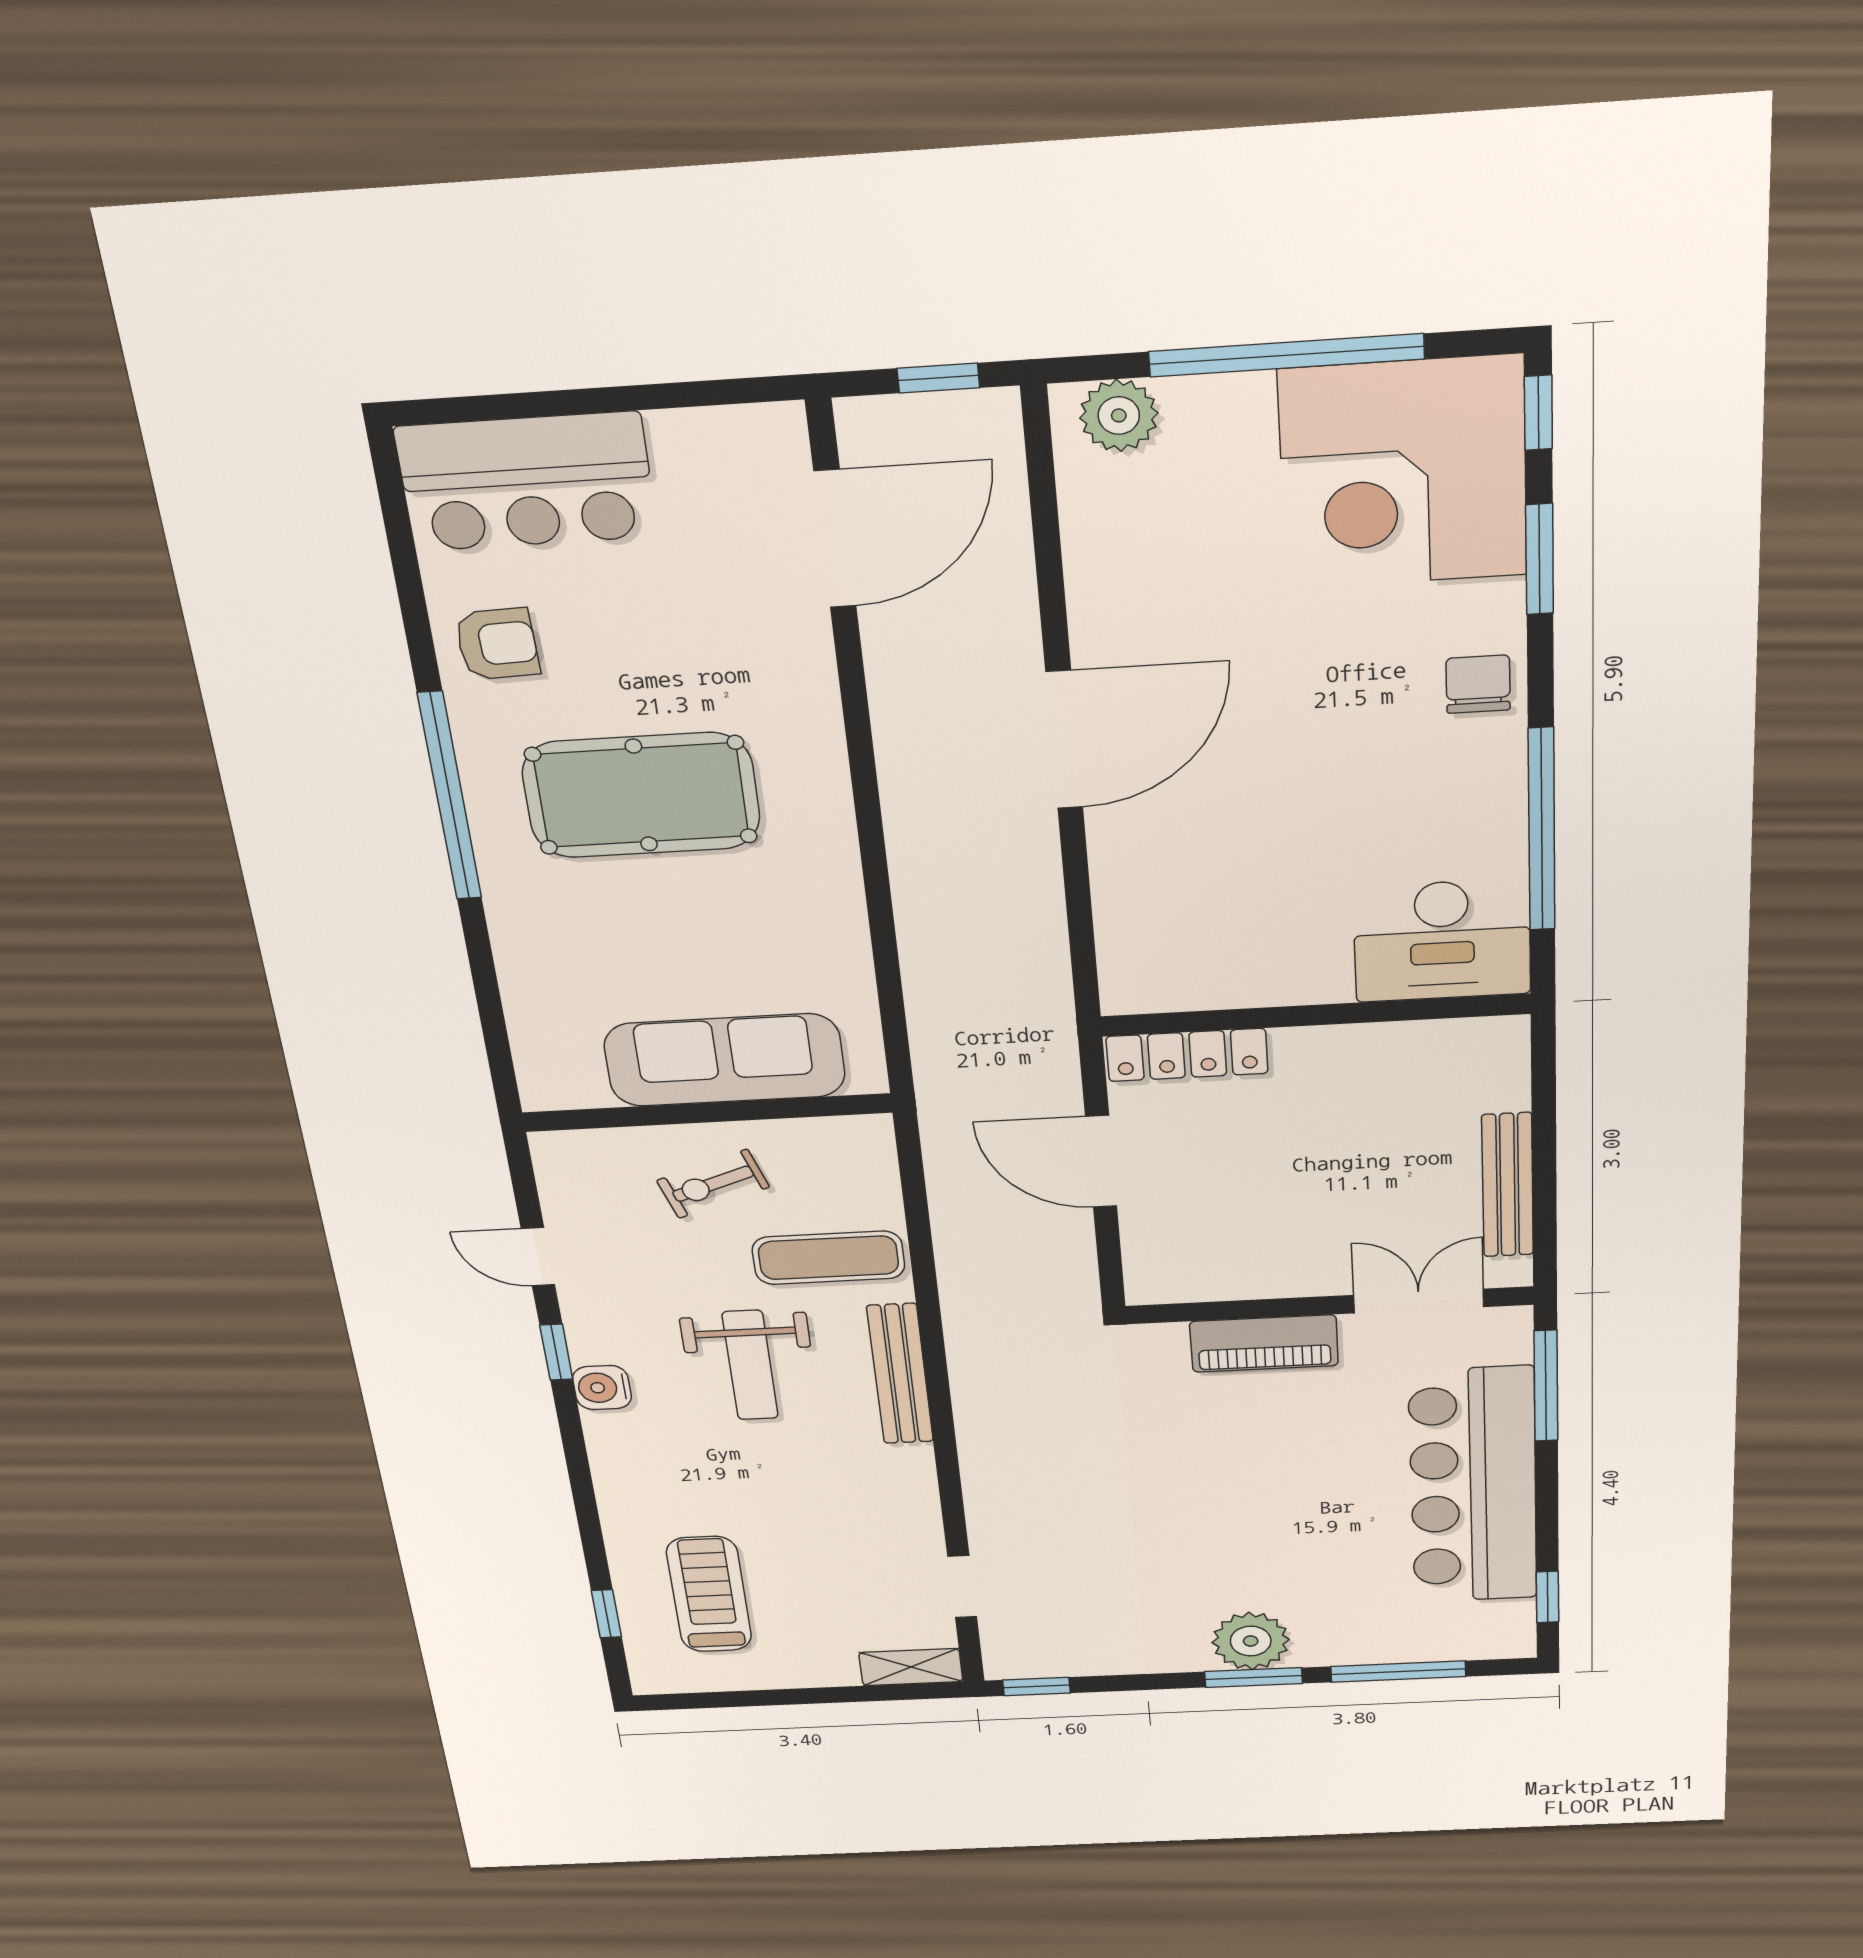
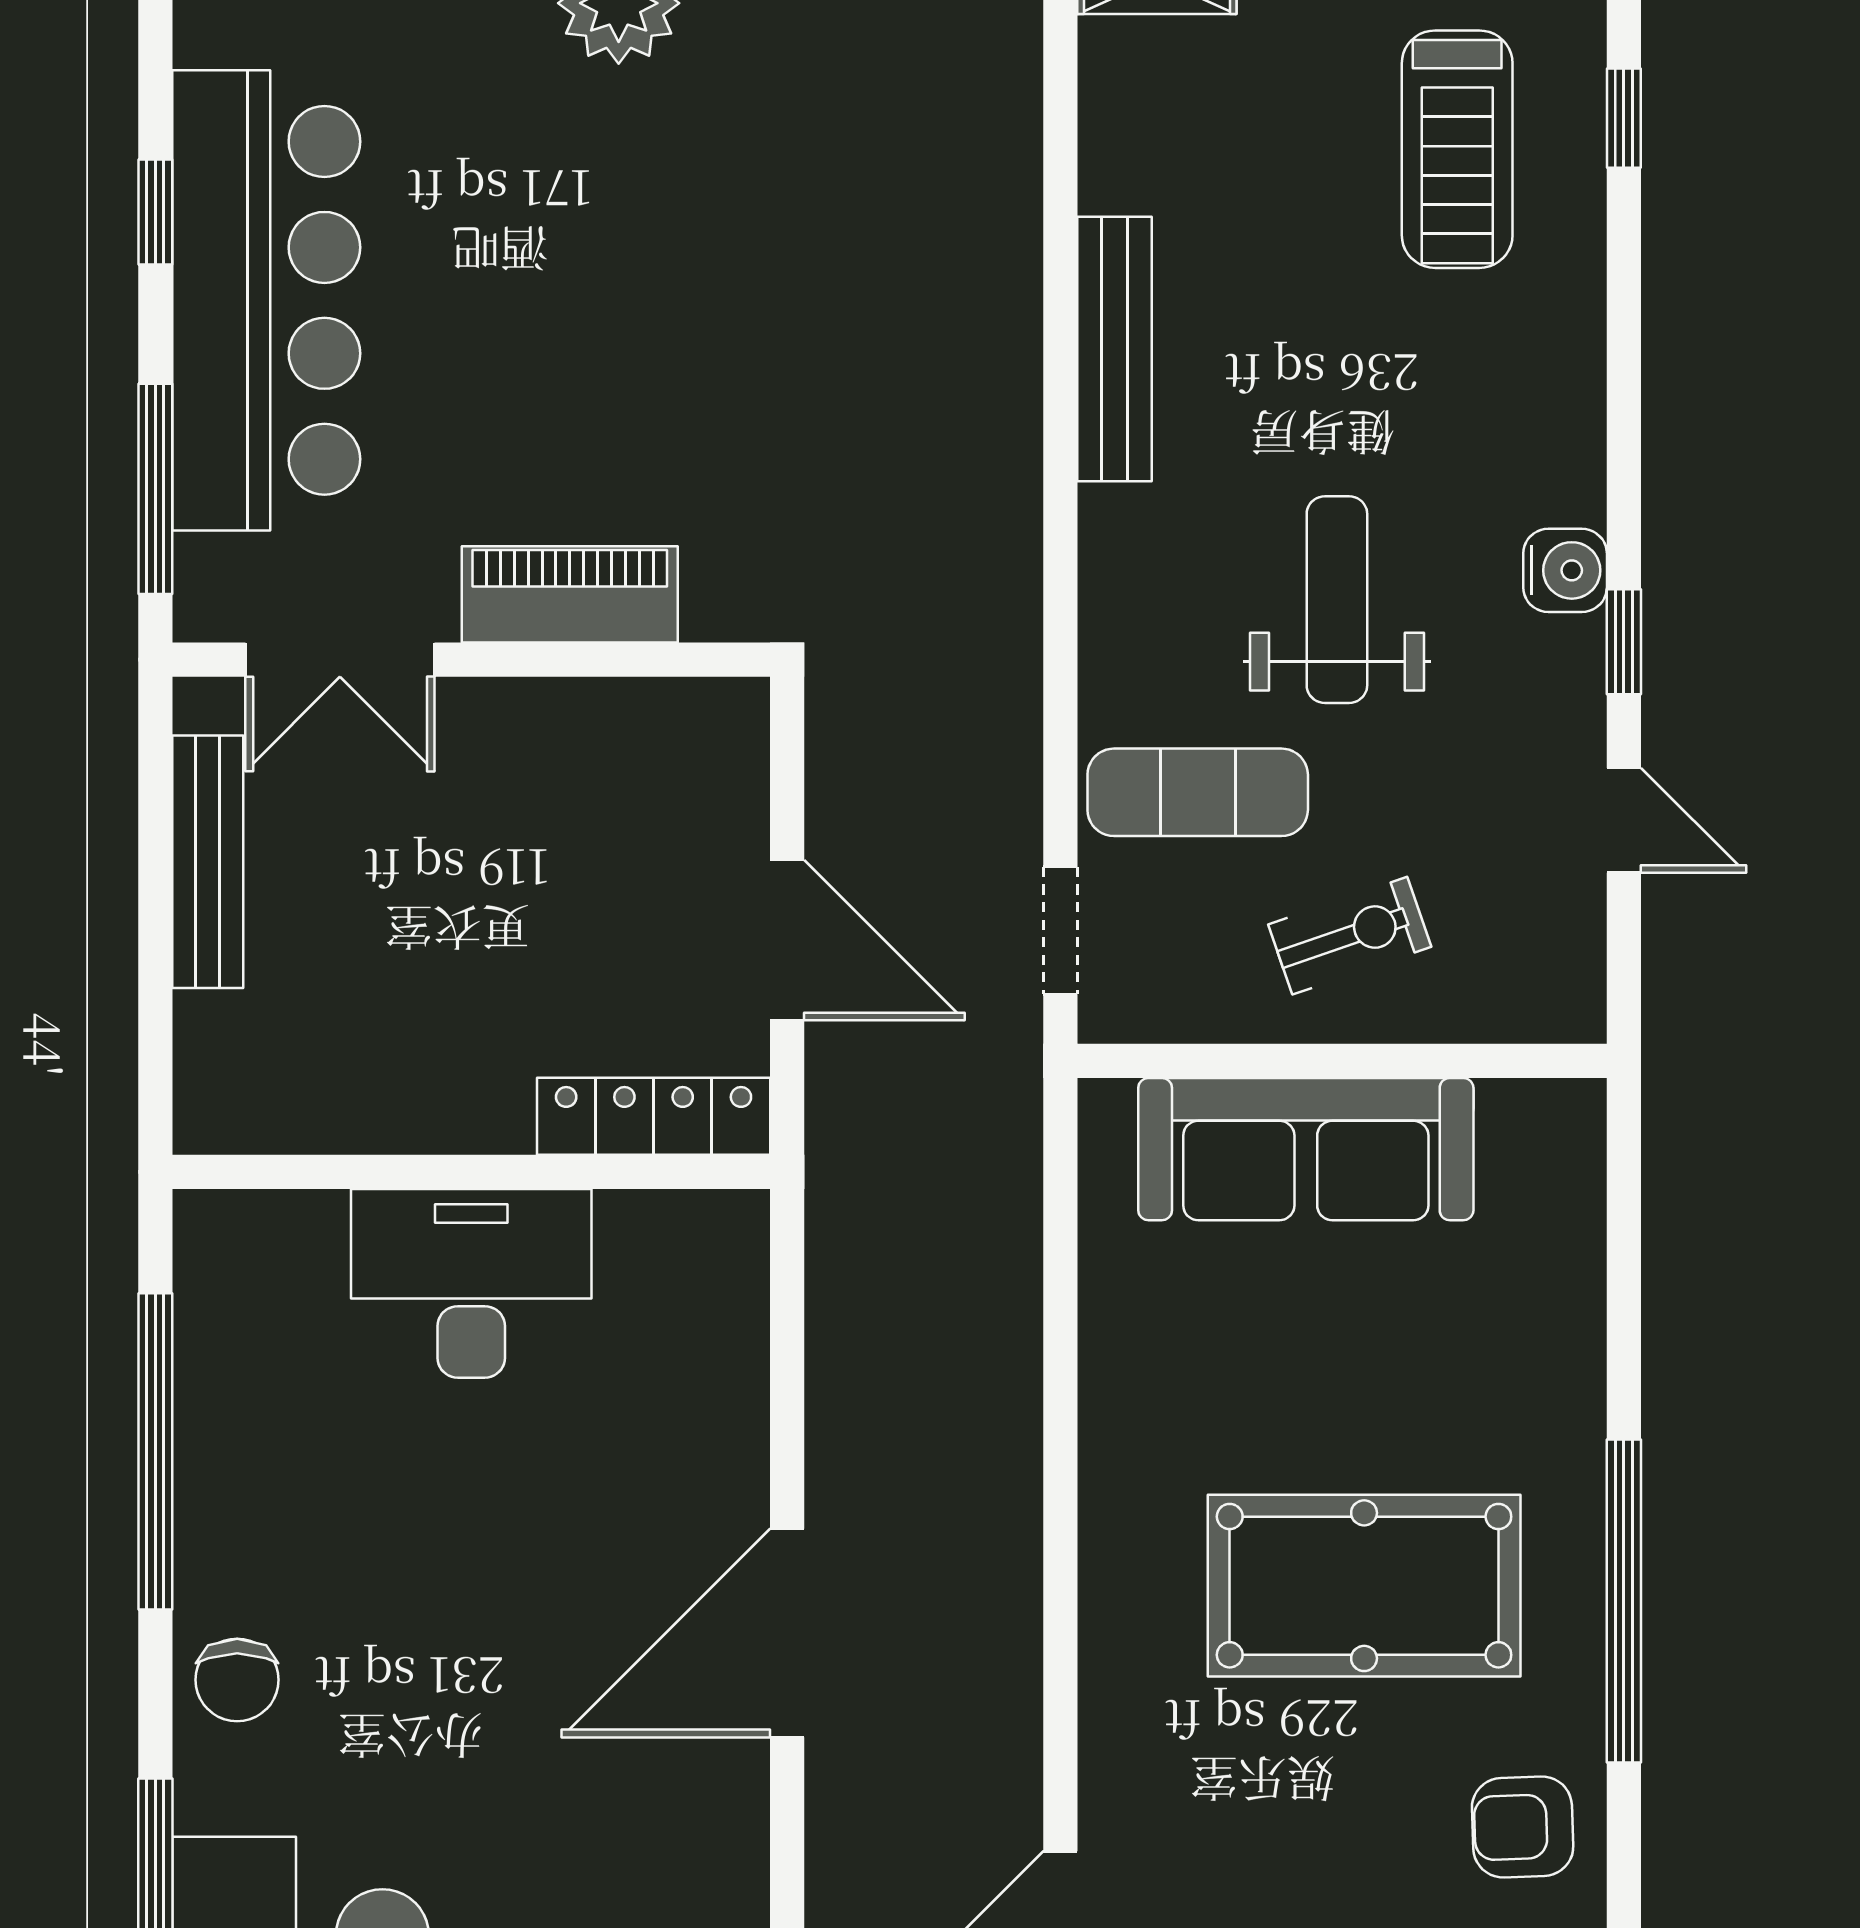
desk: (1442, 941) -> (471, 1283), moved
bench: (900, 1374) -> (1115, 349), moved
doorway: (962, 1587) -> (1060, 931), moved
window: (1548, 1597) -> (155, 212), moved

